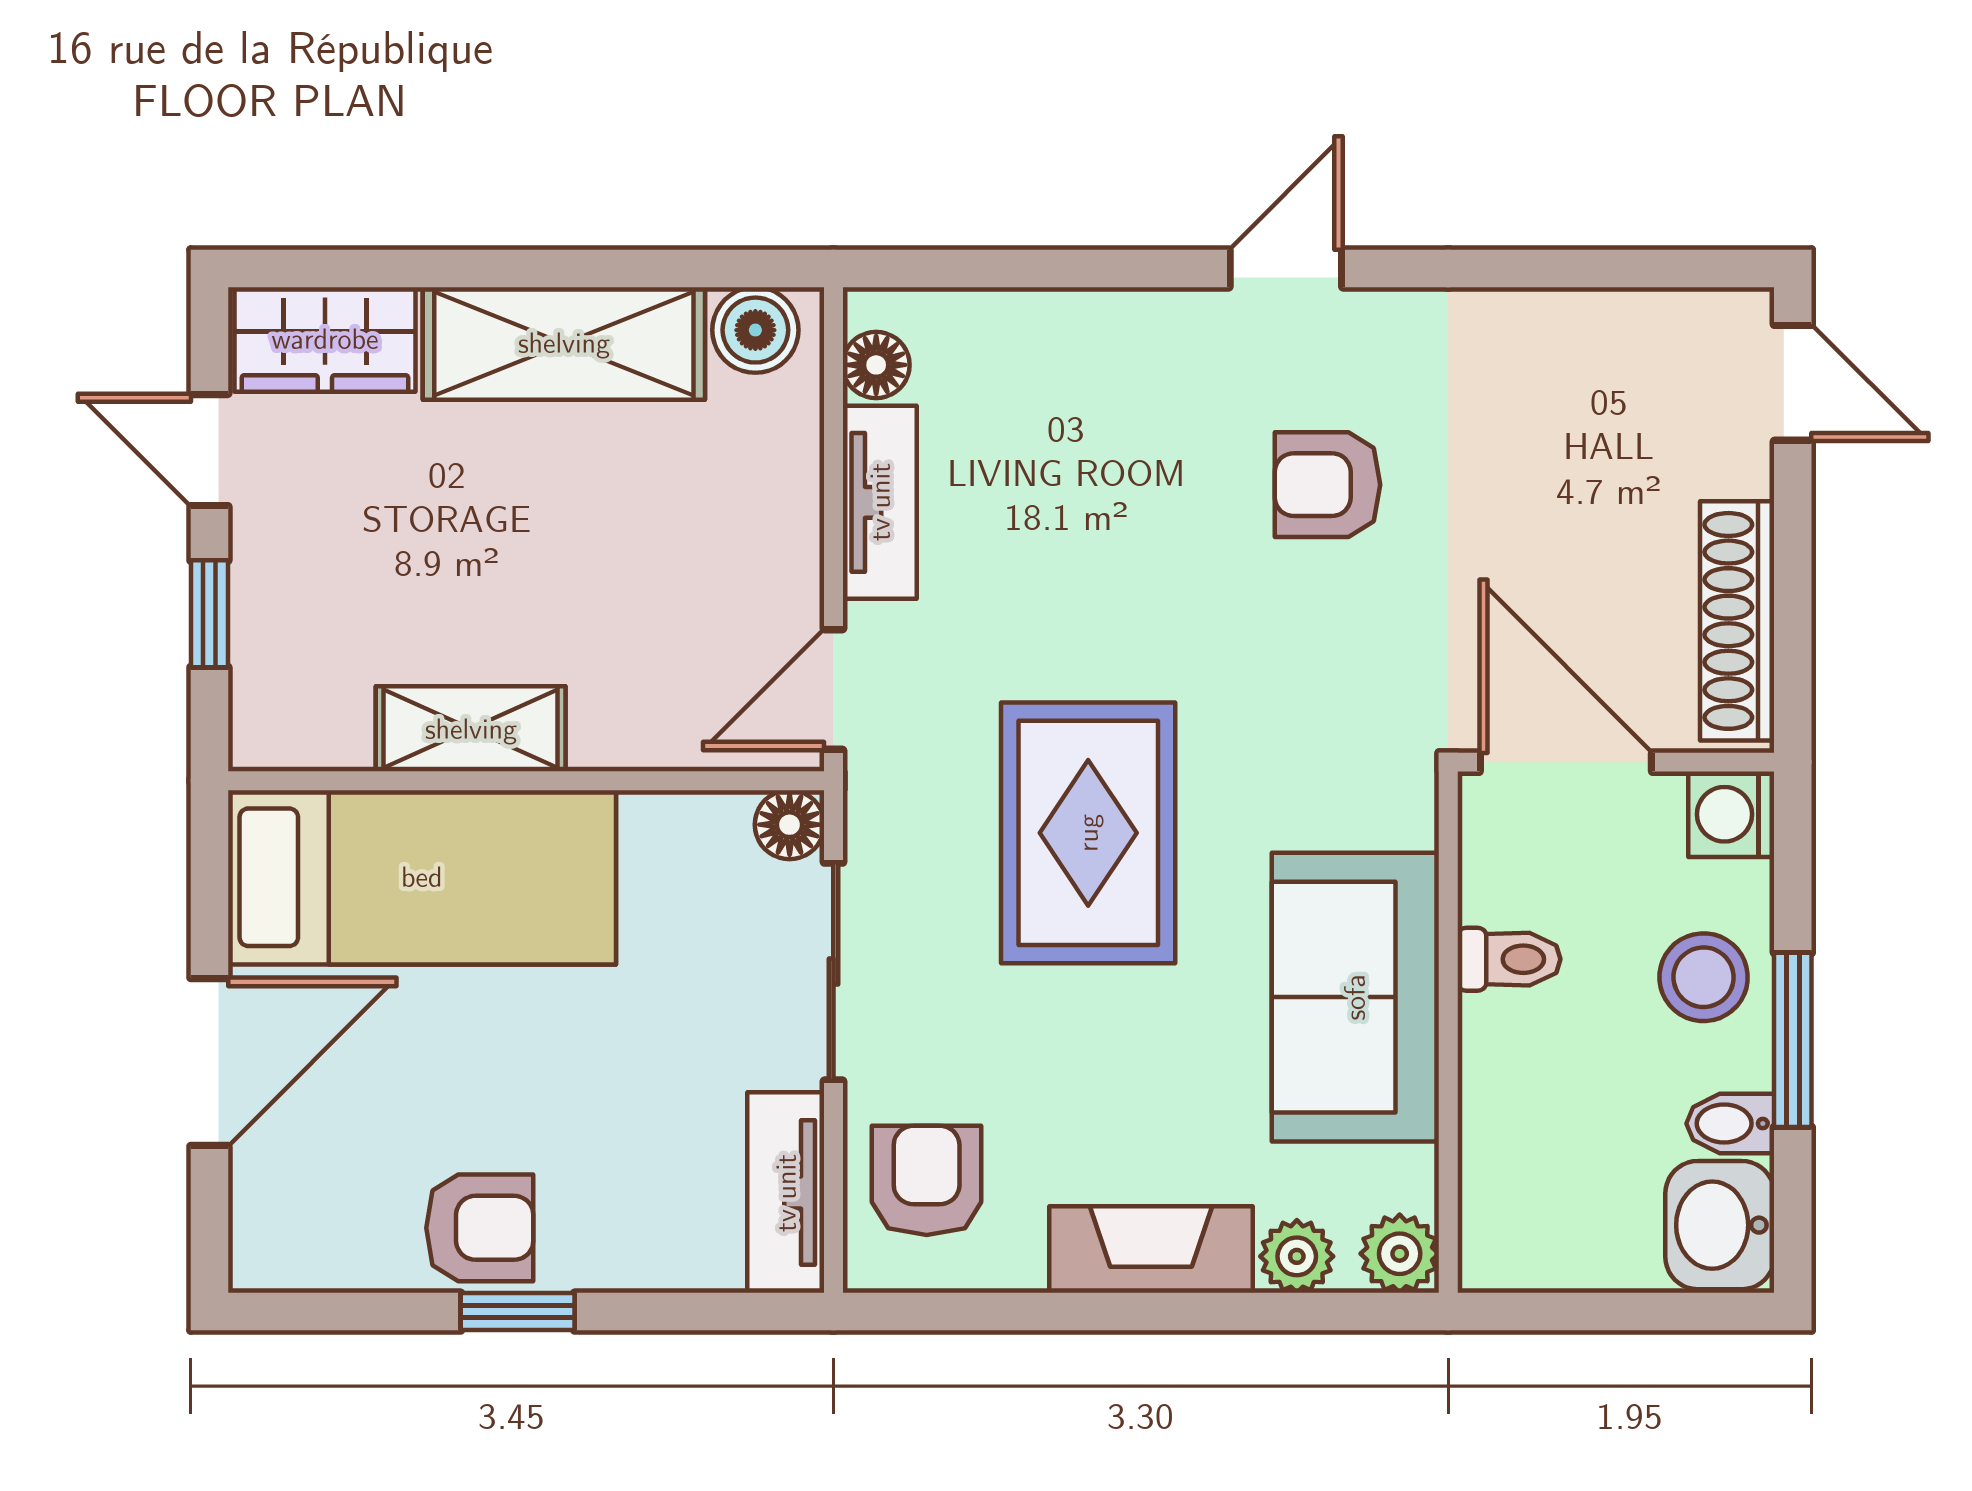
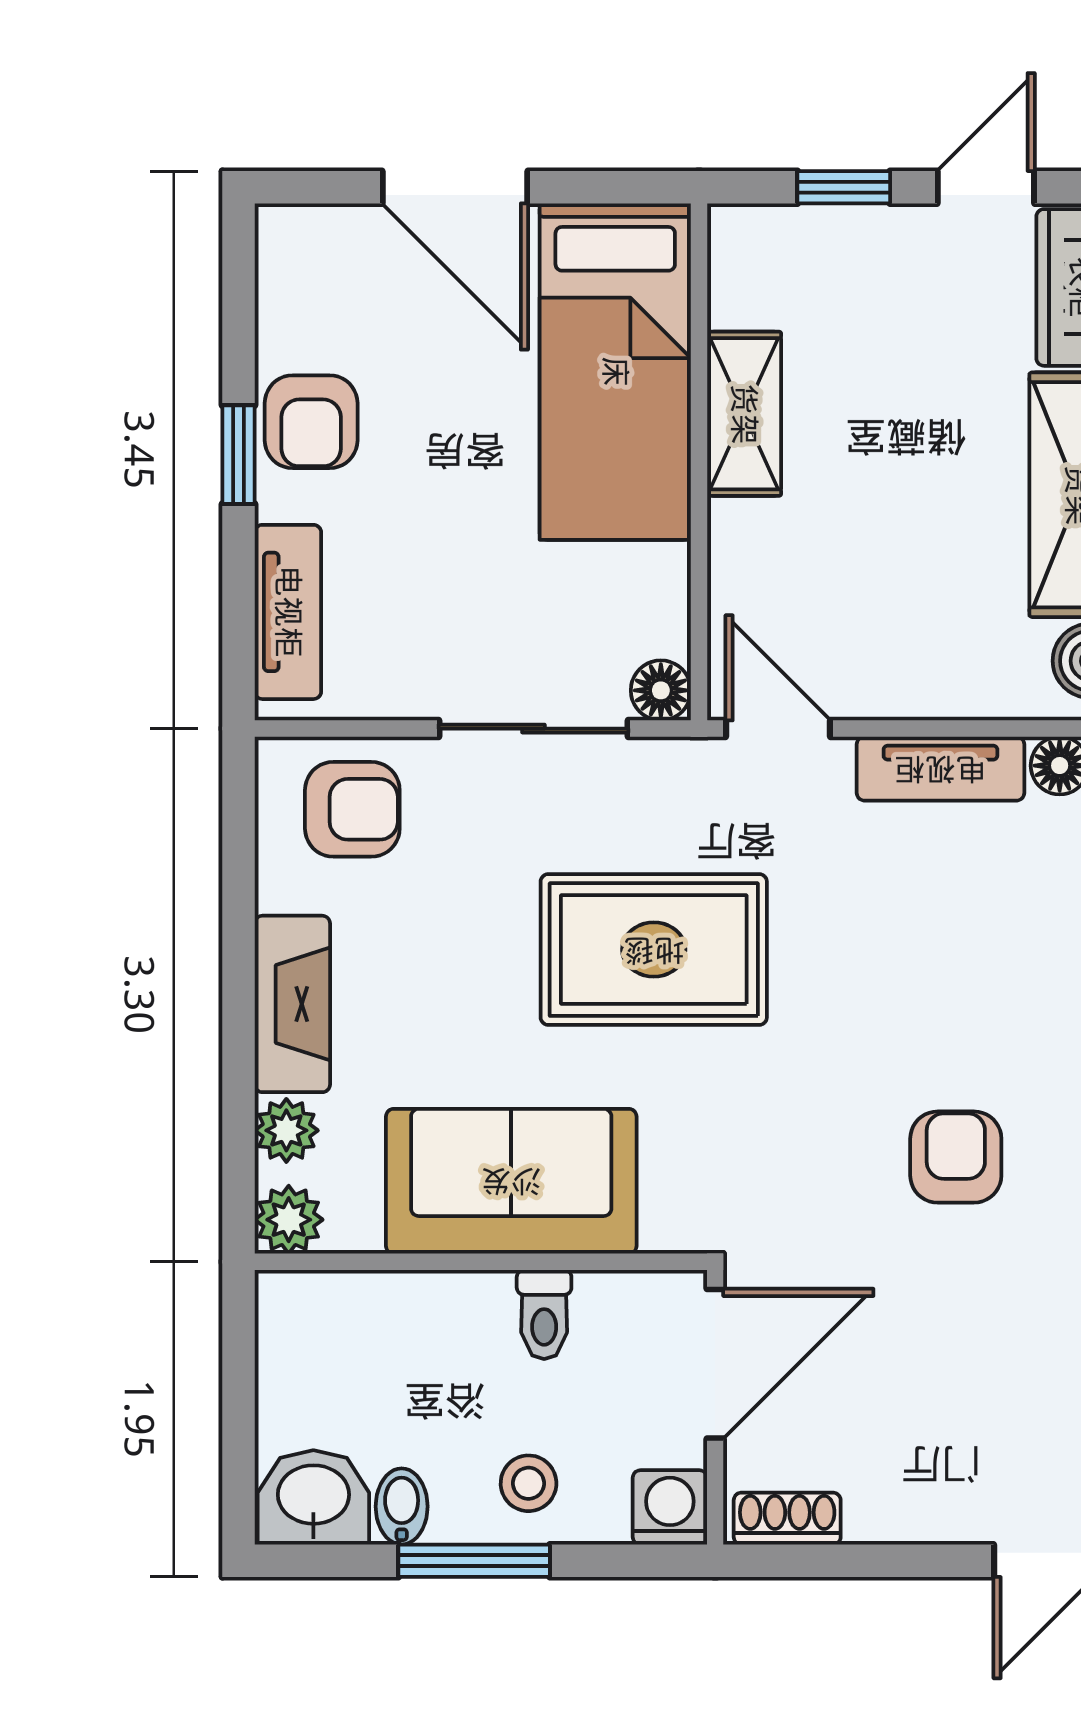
shoe rack: (1737, 621) -> (787, 1519), width x0.51, depth x0.81
stool: (1704, 977) -> (529, 1483), width x0.73, depth x0.73
tv unit: (786, 1193) -> (288, 612), moved, turned 90

